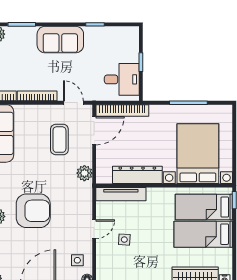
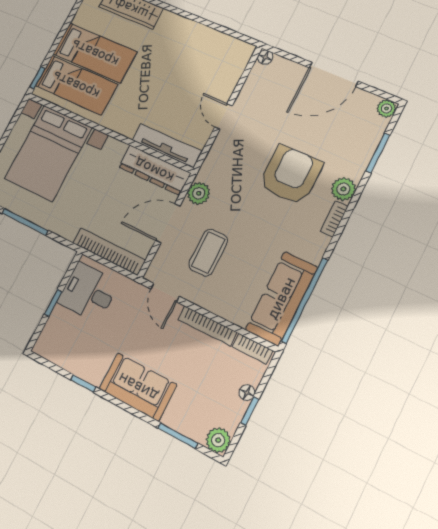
door: (94, 131) -> (168, 223), moved
dresser: (137, 175) -> (154, 170), moved
armchair: (33, 211) -> (291, 175), turned 90
door: (94, 229) -> (223, 116), hinge flipped
side table: (124, 240) -> (193, 87), removed
side table: (77, 260) -> (265, 86), removed

